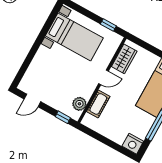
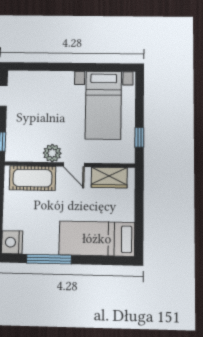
plant: (79, 104) -> (52, 153), moved
cot: (98, 104) -> (33, 178), width x1.37, depth x1.34

